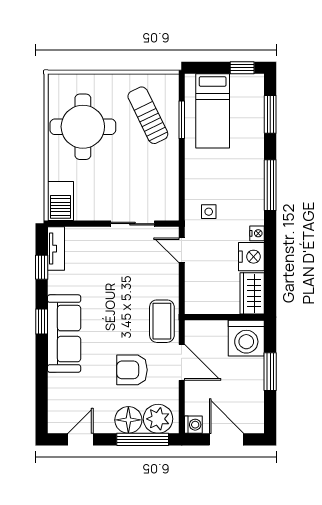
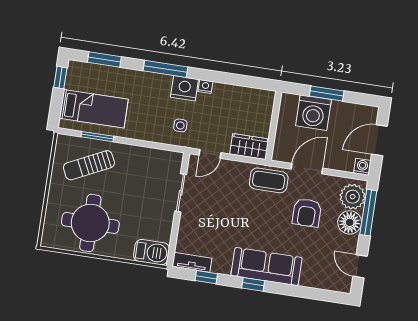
nightstand: (251, 257) -> (184, 88), moved
wardrobe: (252, 293) -> (249, 147), moved, turned 180
washing machine: (246, 338) -> (313, 113), moved, turned 90

